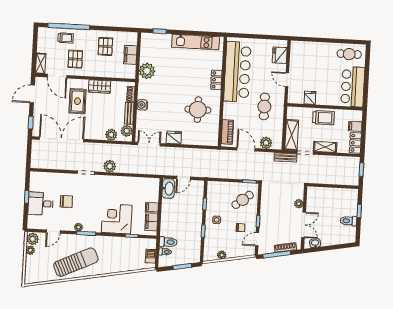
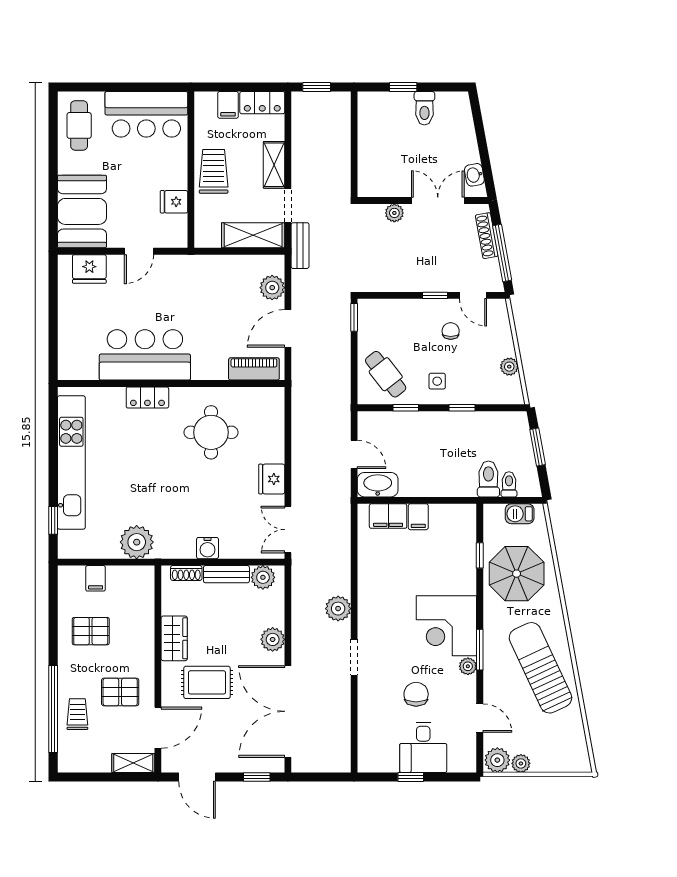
kitchen unit: (196, 42) -> (71, 462), width x1.36
booth: (308, 53) -> (82, 211), added
filing cabinet: (130, 55) -> (96, 578), width x0.50
bar counter: (237, 72) -> (145, 355), width x0.73
cafe table: (264, 106) -> (197, 295), removed
plant: (111, 135) -> (273, 639), moved
cafe table: (243, 200) -> (386, 374), moved
corner desk: (117, 219) -> (446, 626), moved
filing cabinet: (151, 222) -> (388, 516), moved
parasol: (122, 253) -> (517, 574), added

